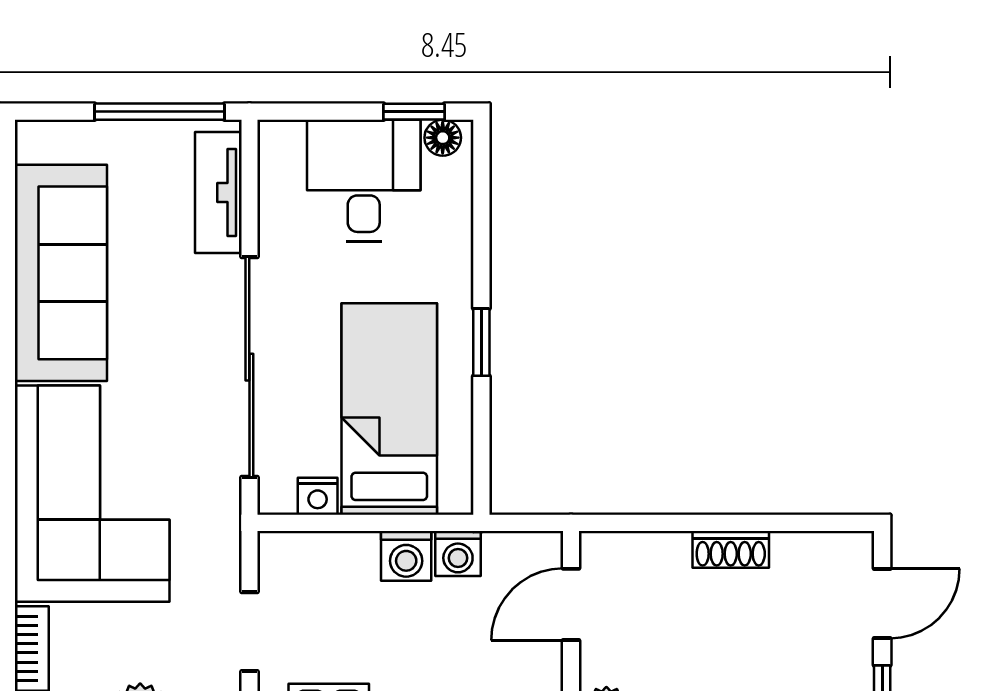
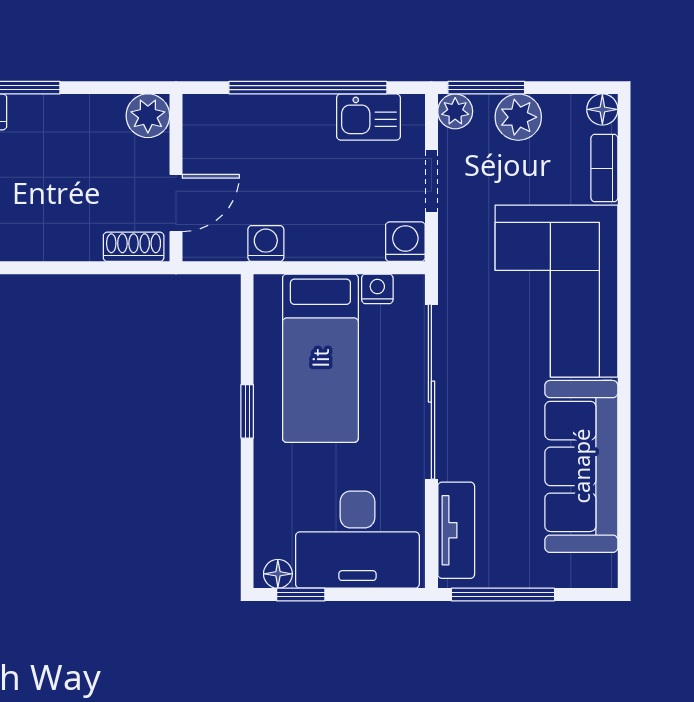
desk: (364, 181) -> (357, 540), width x1.37
shoe rack: (731, 549) -> (134, 247), moved
washing machine: (406, 556) -> (405, 242), moved

